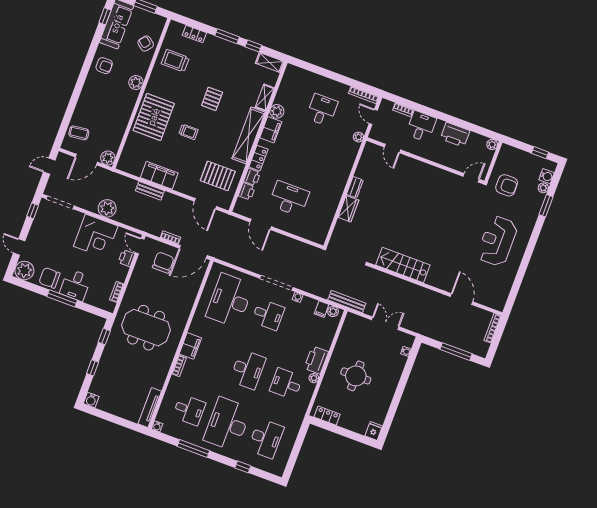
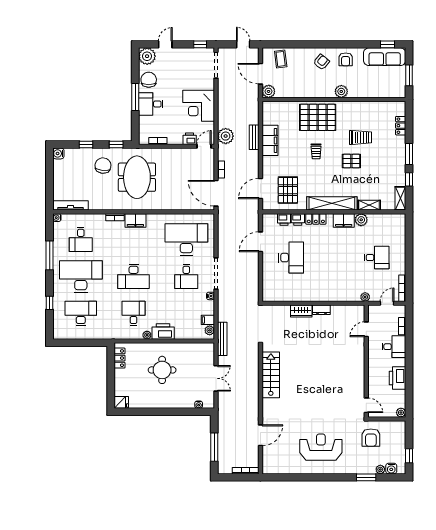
armchair: (146, 44) -> (321, 62), moved
trolley: (175, 61) -> (360, 137), moved, turned 90
plant: (107, 208) -> (226, 136), moved
chair: (163, 263) -> (103, 166), moved, turned -84
desk: (266, 438) -> (81, 313), turned 180

